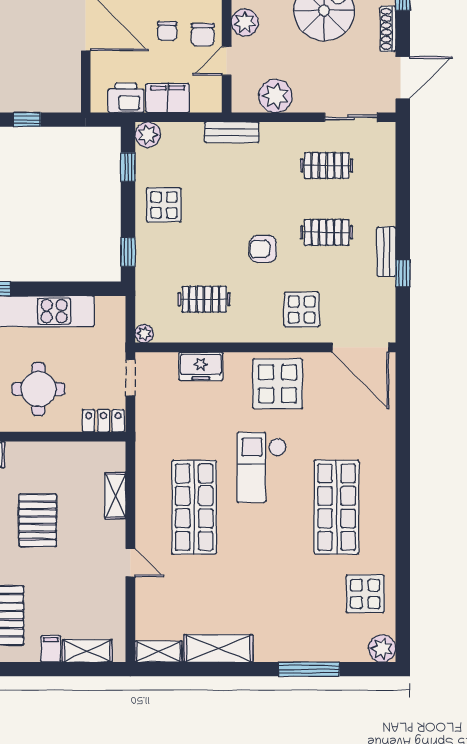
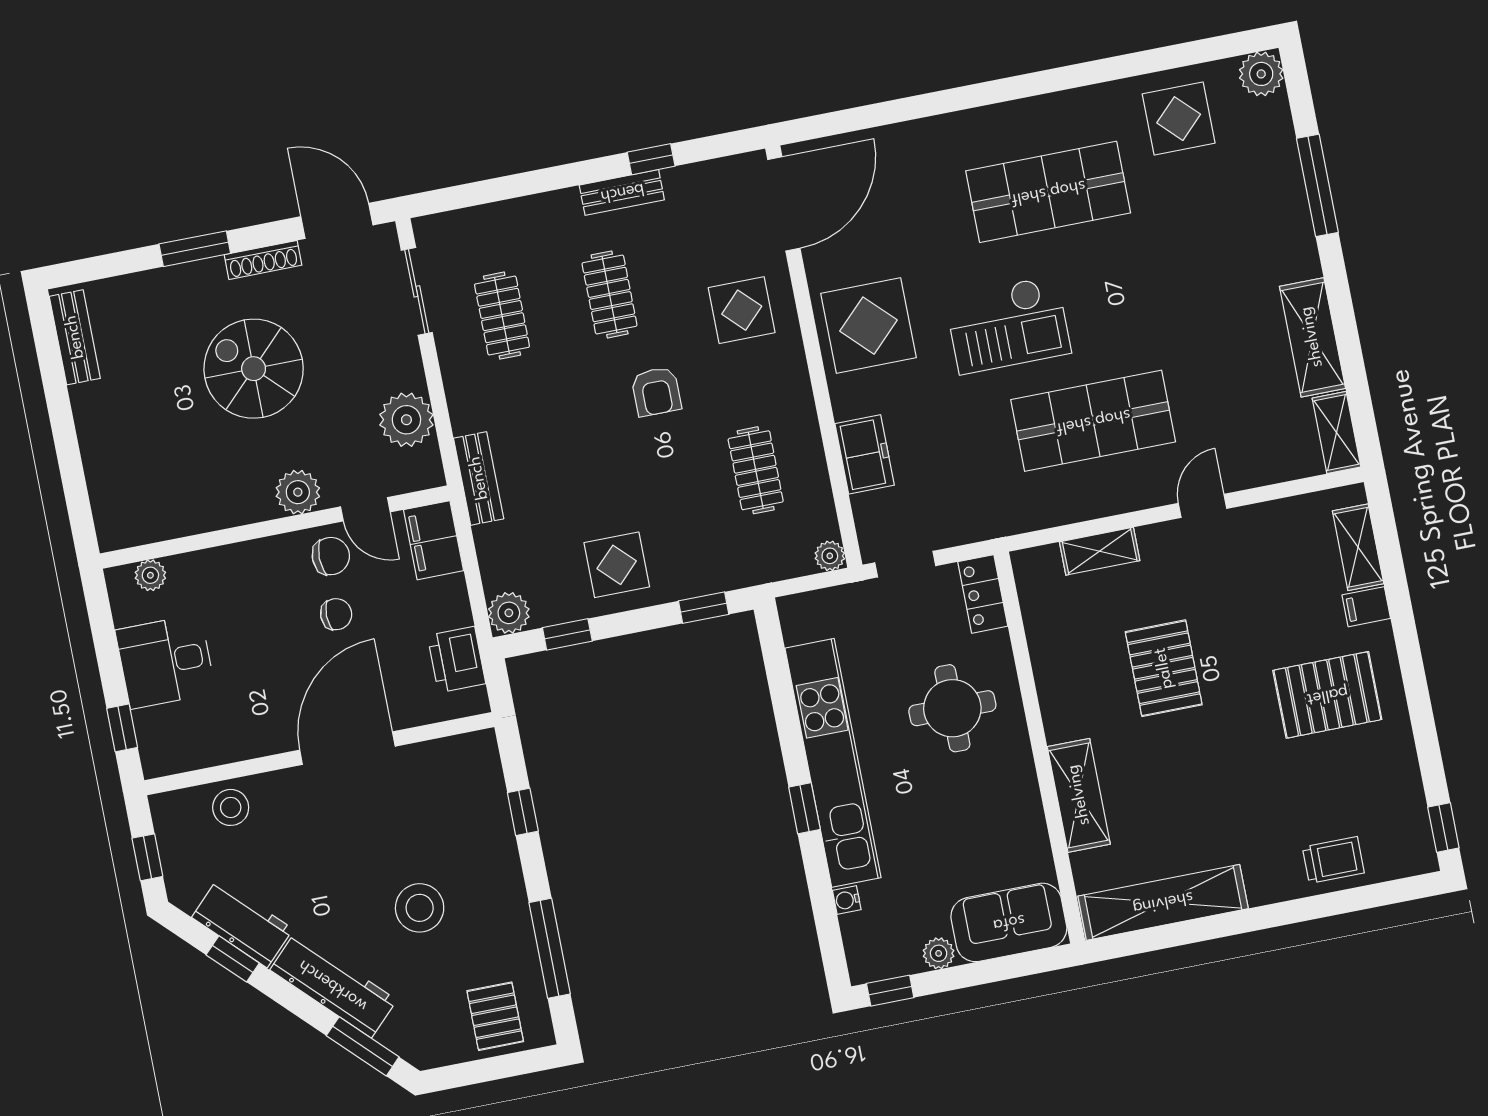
filing cabinet: (167, 98) -> (434, 540), moved
pallet: (38, 520) -> (1164, 668), turned 90

